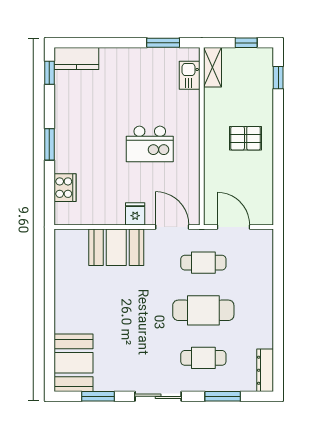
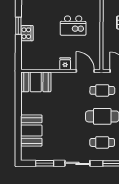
cooker: (65, 188) -> (27, 33), moved
booth: (116, 247) -> (36, 82), moved
booth: (74, 363) -> (31, 130), moved

